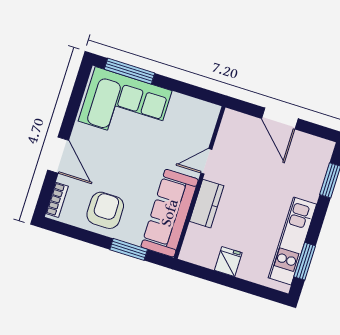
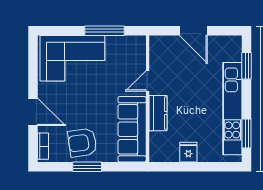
window: (129, 71) -> (105, 31), moved
armchair: (105, 210) -> (82, 143), turned -98
kitchen unit: (292, 241) -> (232, 109), width x1.36
window: (129, 249) -> (87, 167), moved

